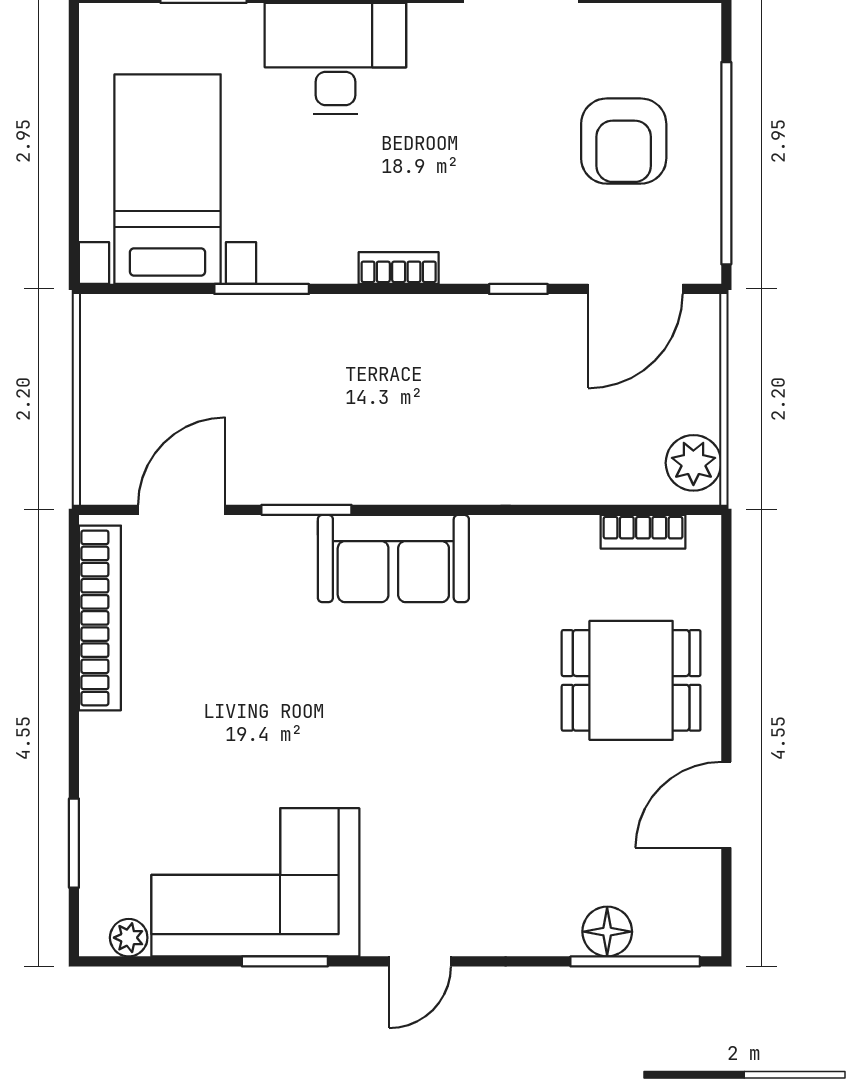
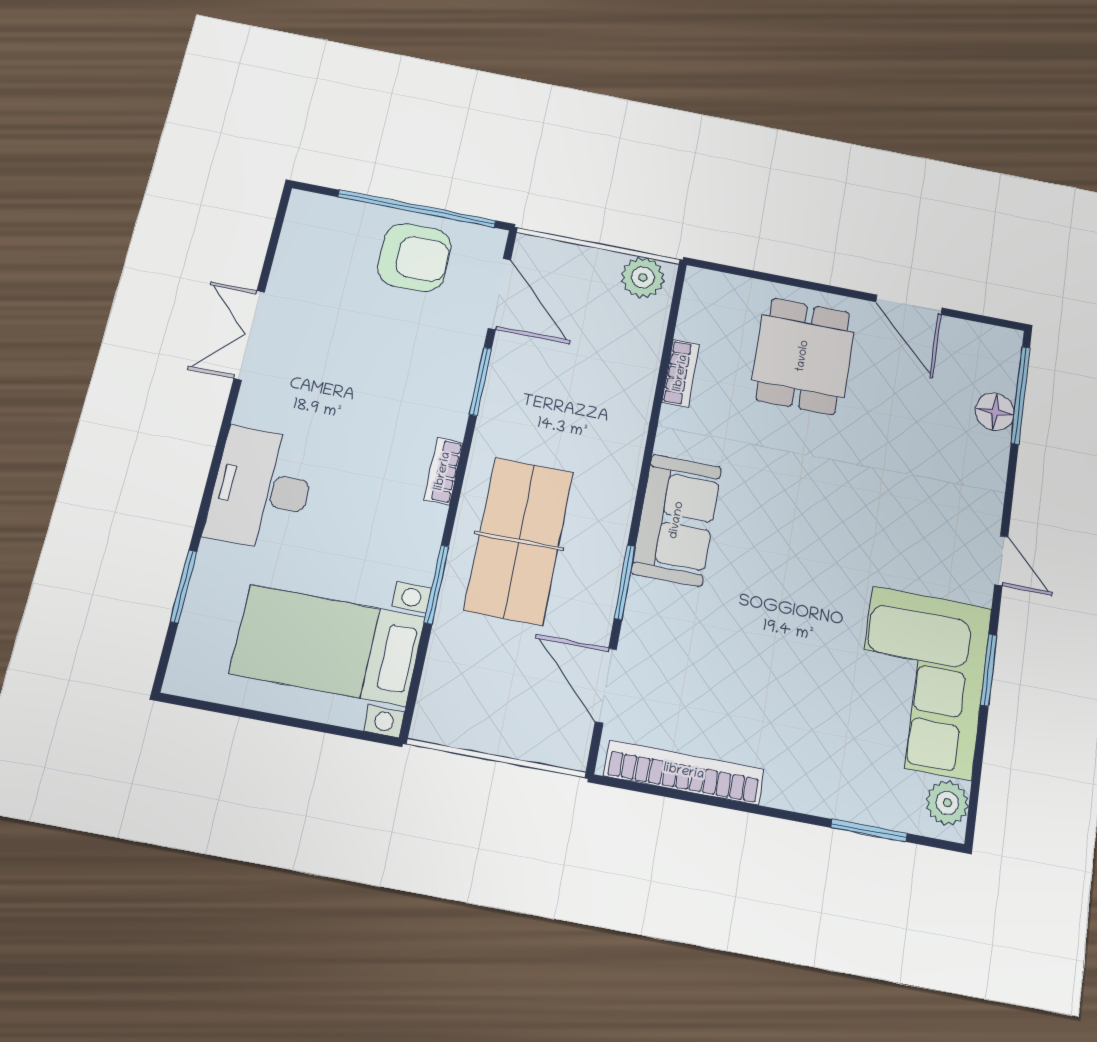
armchair: (624, 141) -> (414, 257), moved
window: (518, 289) -> (480, 381), width x1.50
table tennis table: (332, 375) -> (519, 541), added
bookcase: (643, 532) -> (681, 373), moved
plant: (129, 938) -> (947, 803), width x1.38, depth x1.38

